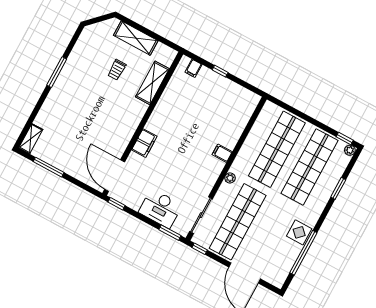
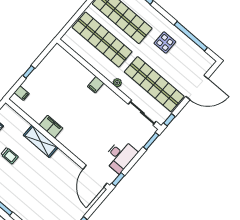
shelving: (152, 83) -> (41, 141), moved
filing cabinet: (144, 143) -> (51, 127), moved
door: (115, 176) -> (95, 176), hinge flipped
desk: (160, 208) -> (120, 156), moved
display table: (299, 232) -> (165, 42), moved

